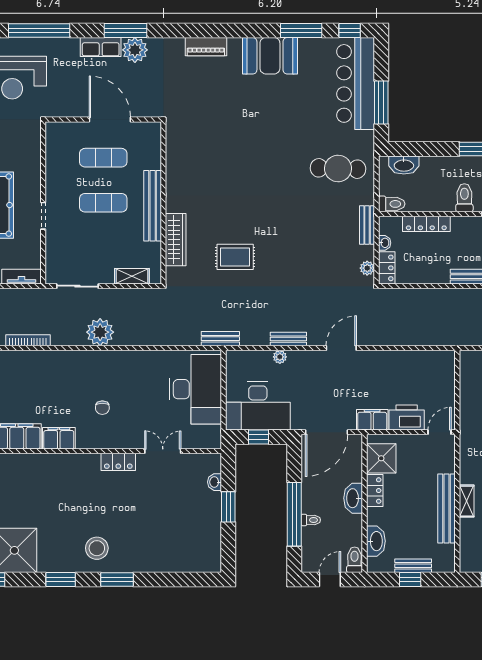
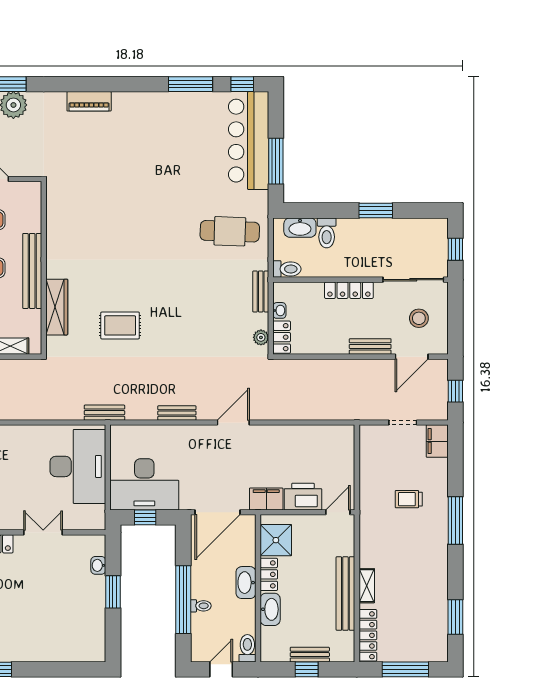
booth: (270, 56) -> (157, 111), removed
toilet: (464, 198) -> (327, 233), moved, turned 180
locker: (426, 224) -> (349, 290), moved
plant: (280, 357) -> (168, 432), removed
washbasin: (376, 541) -> (270, 609), moved
locker: (468, 548) -> (368, 635), added

